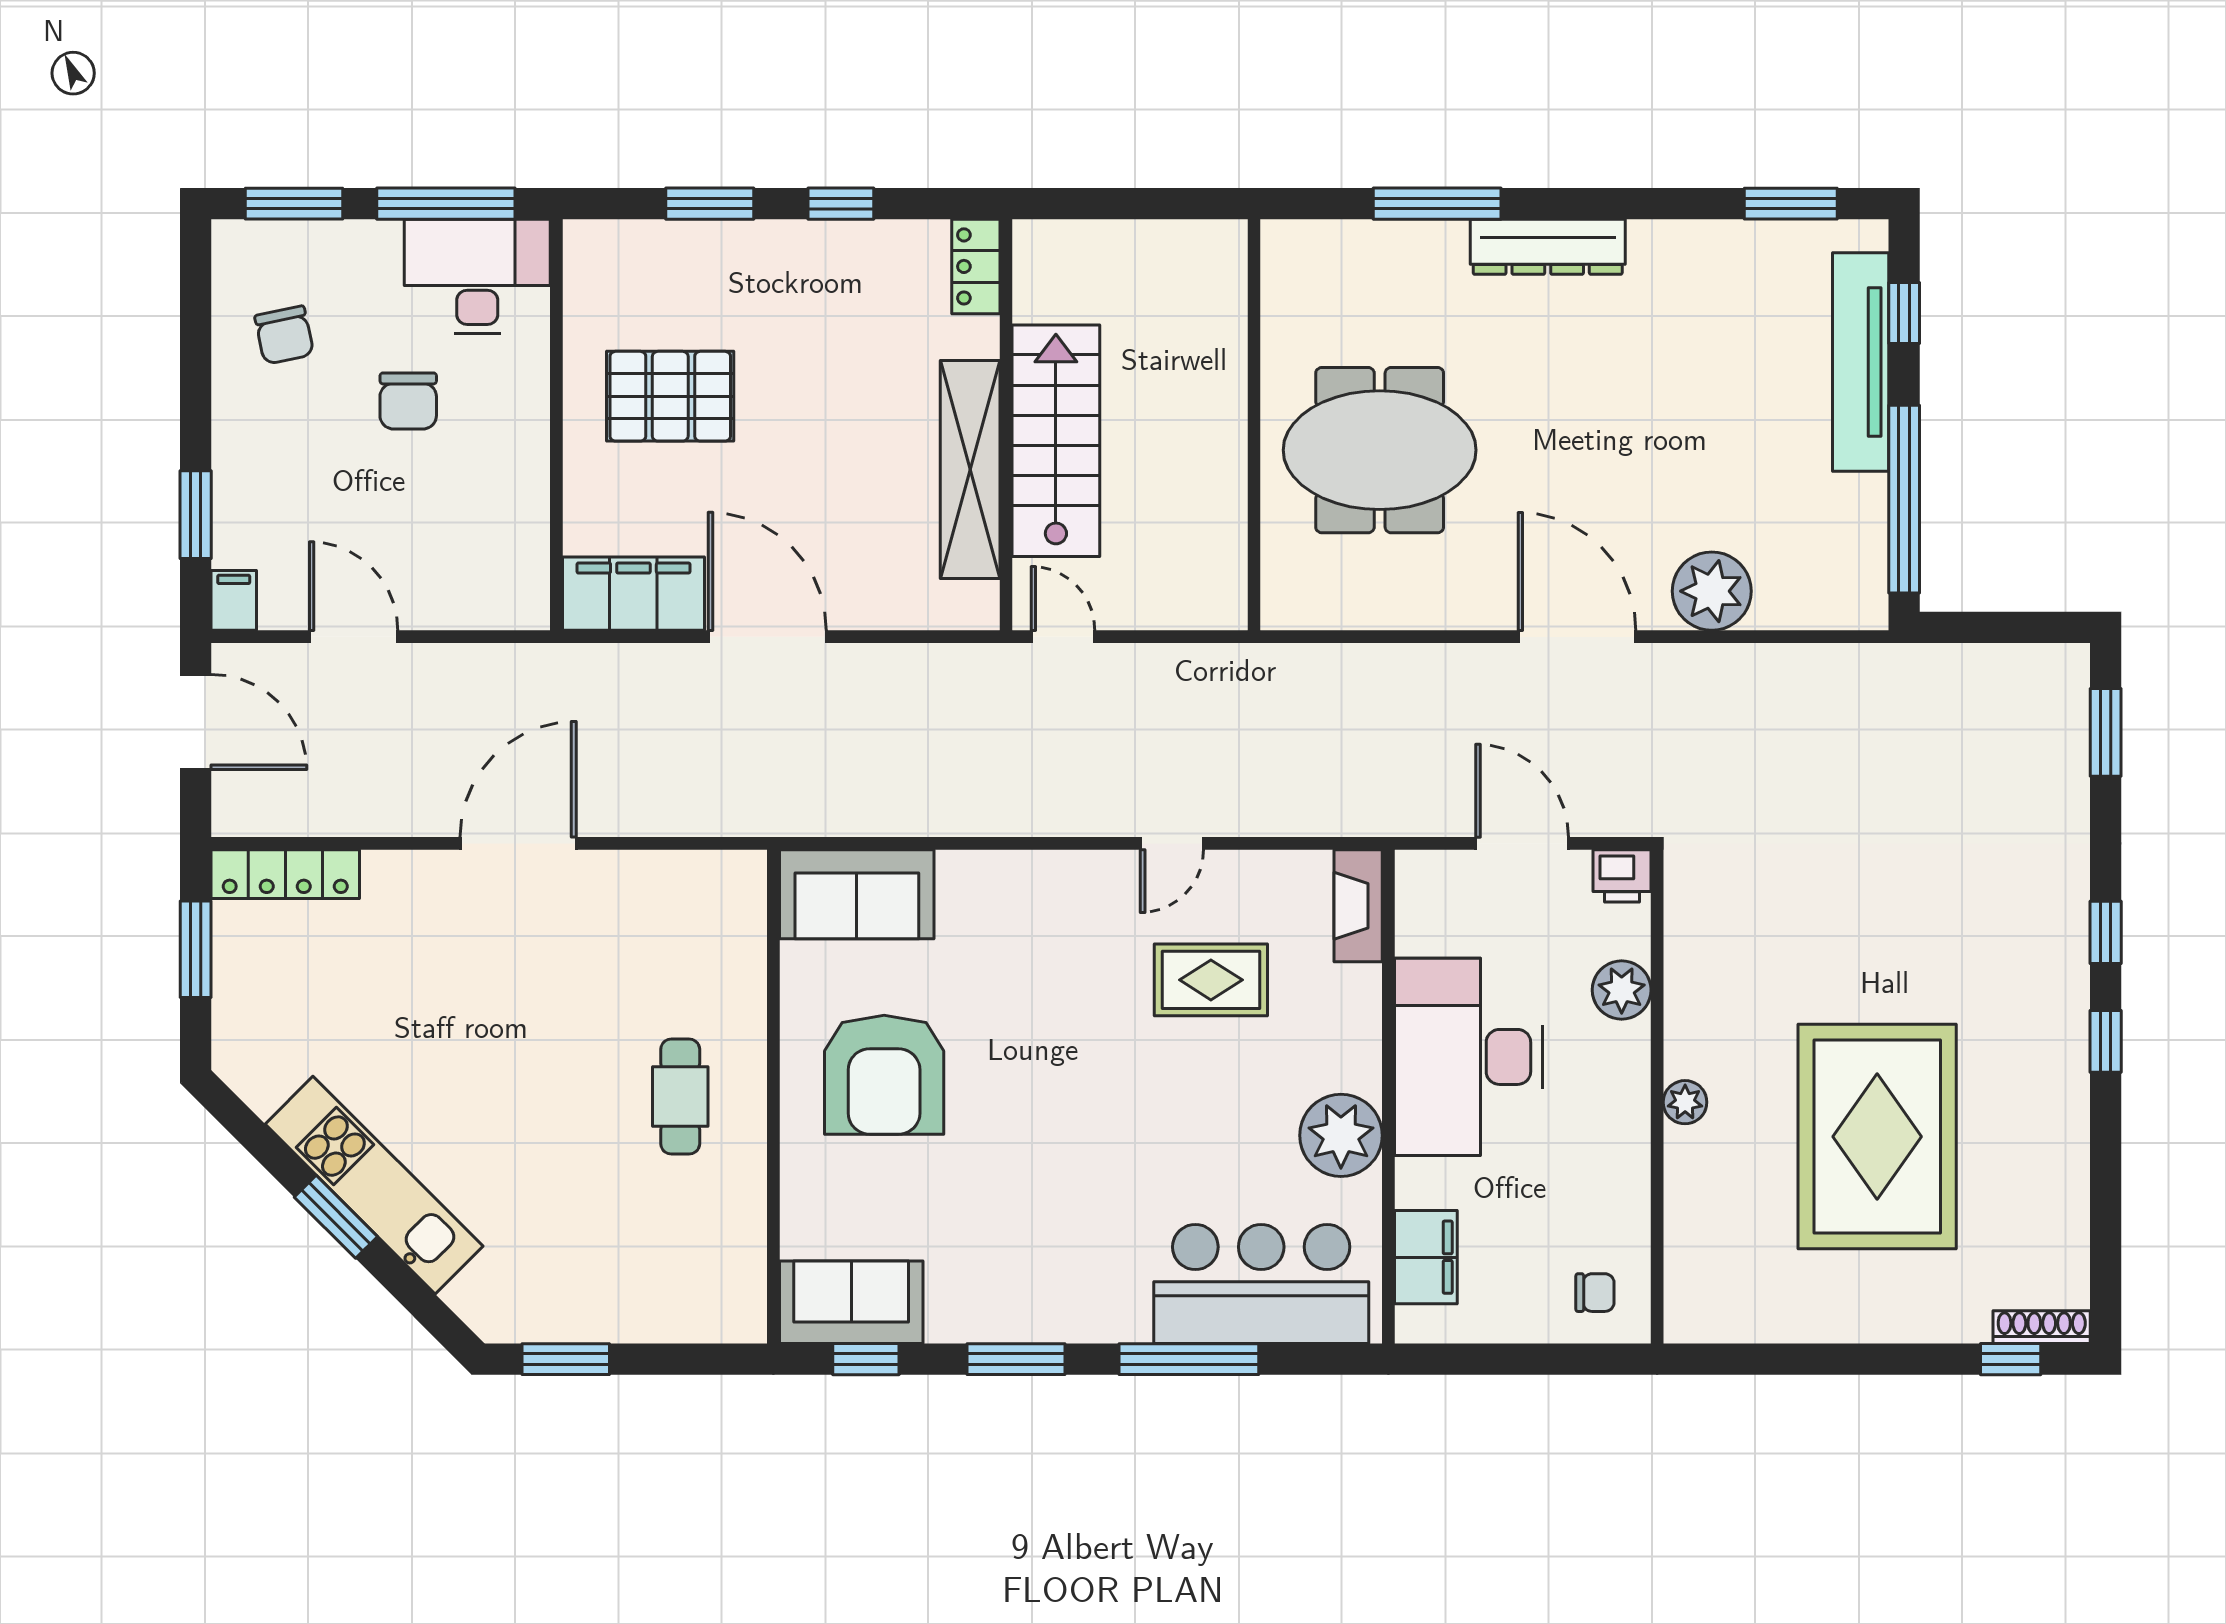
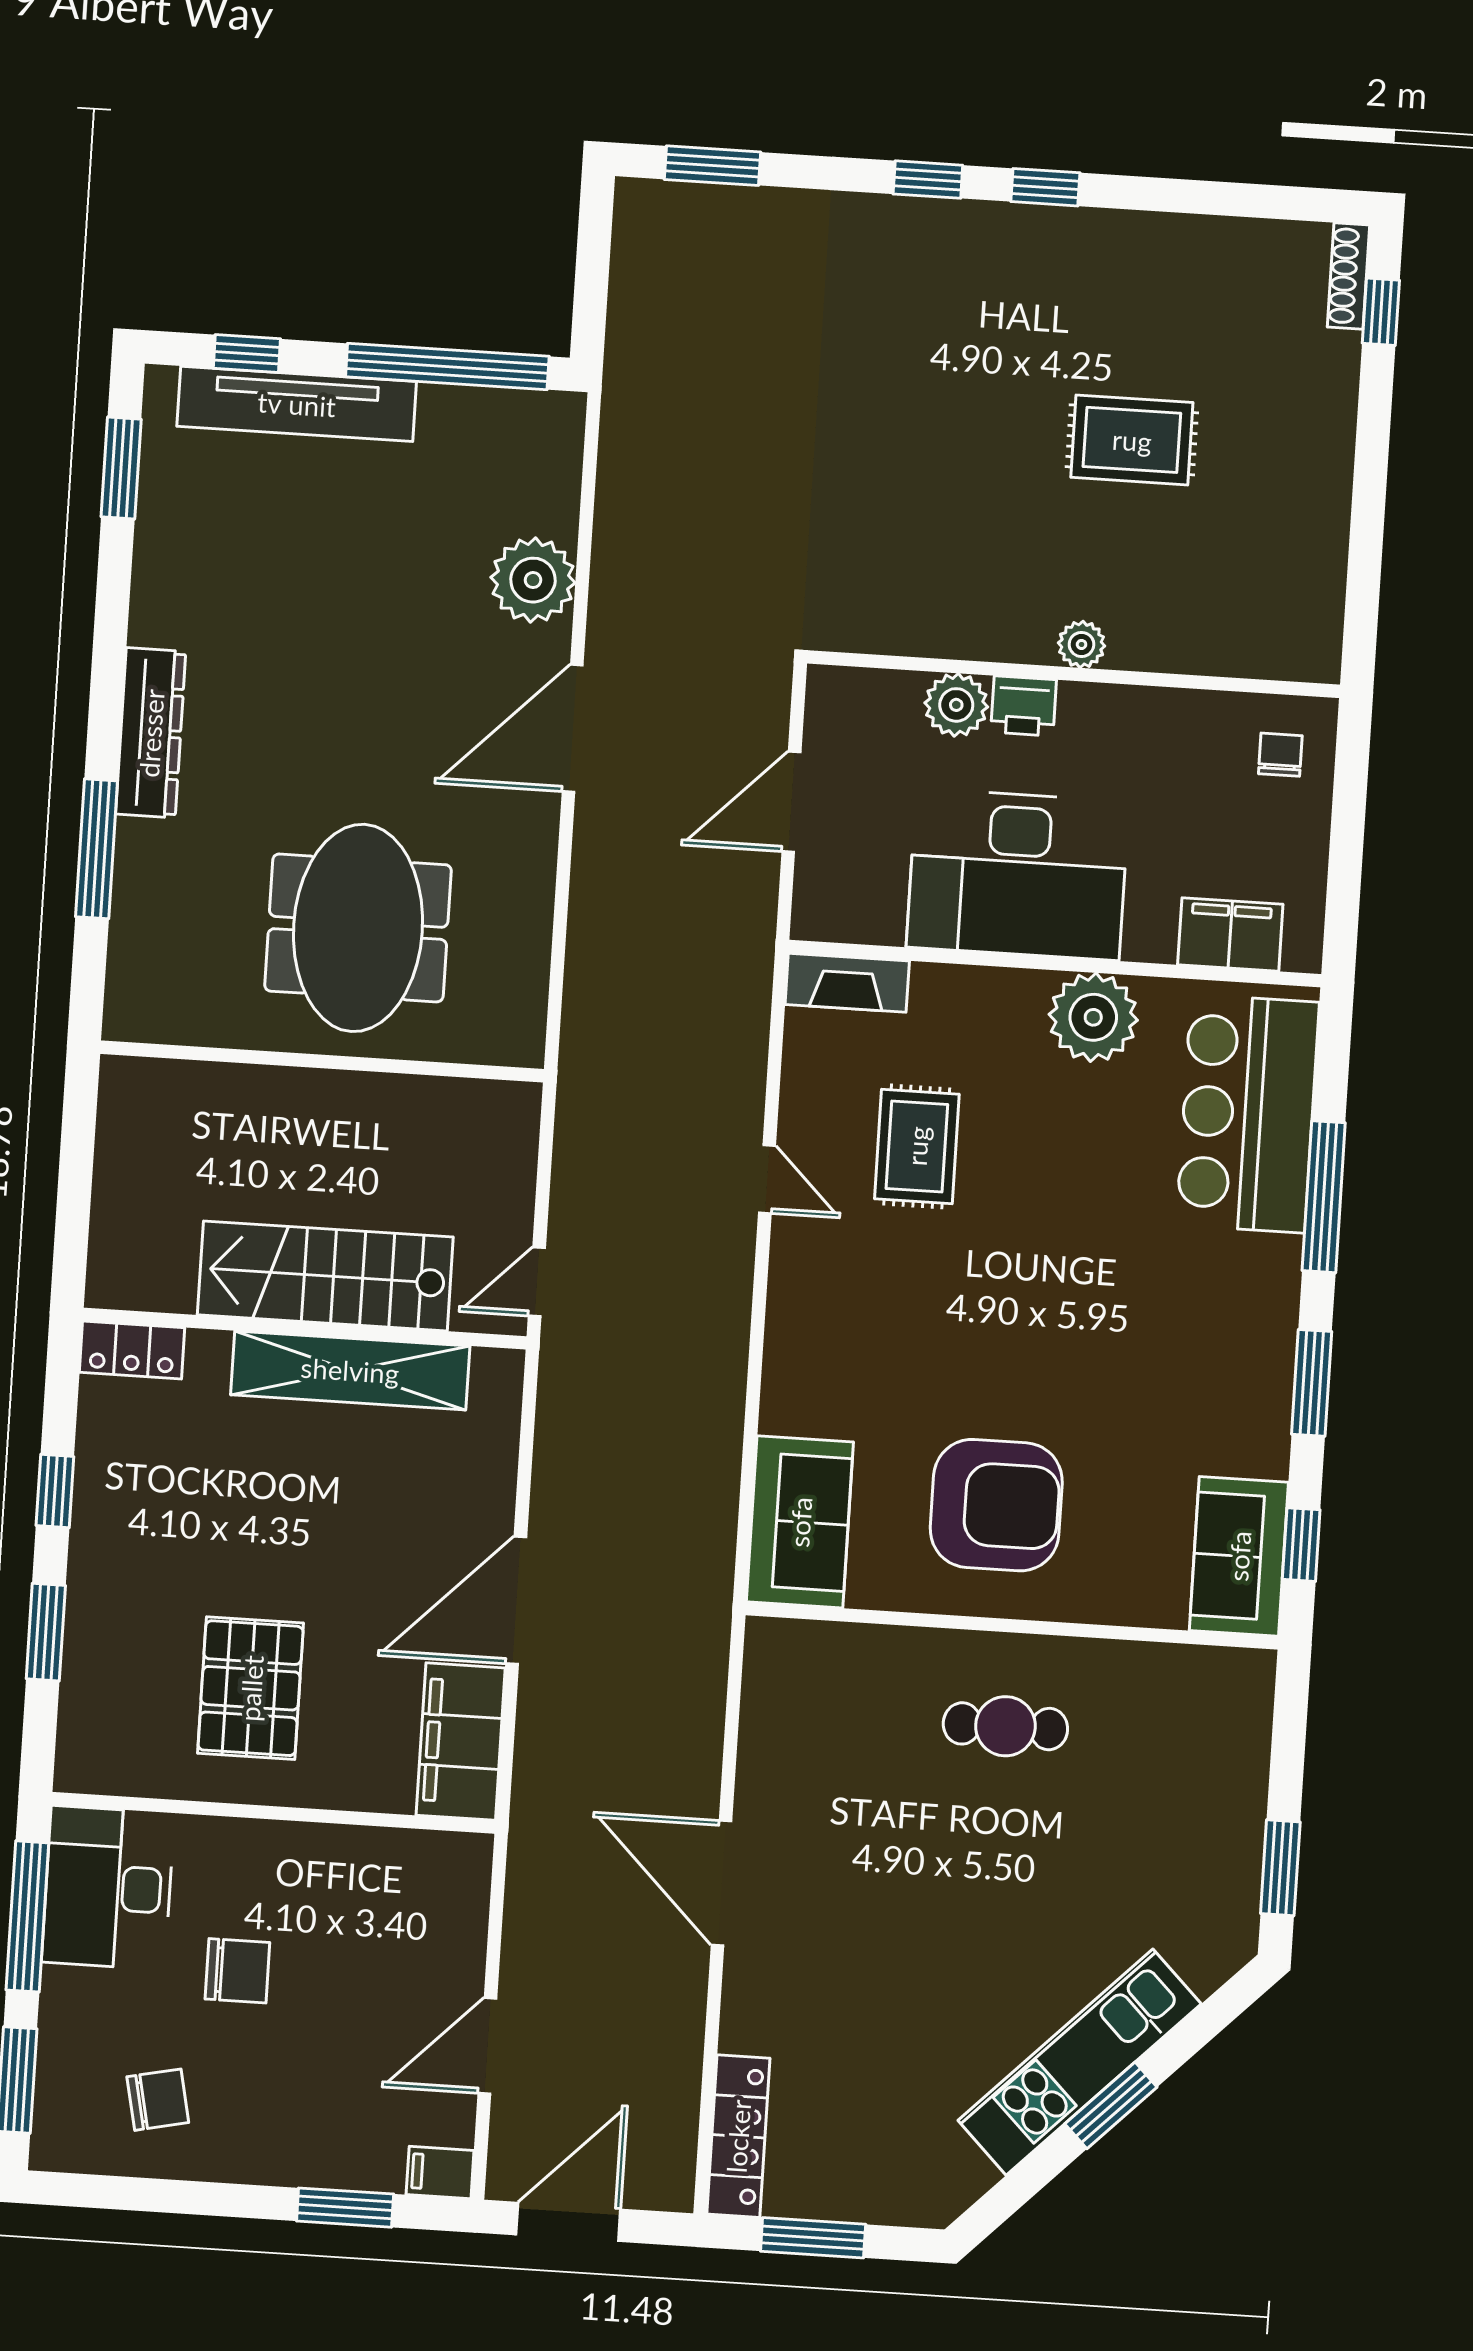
printer: (1622, 876) -> (1024, 706), moved, turned 90
rug: (1877, 1137) -> (1132, 440), width x0.54, depth x0.49

